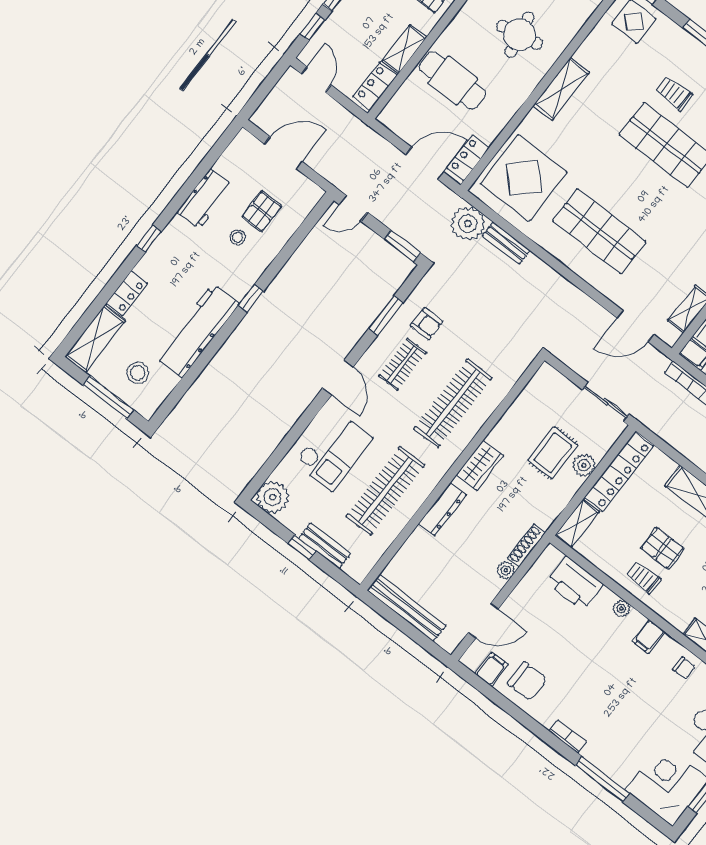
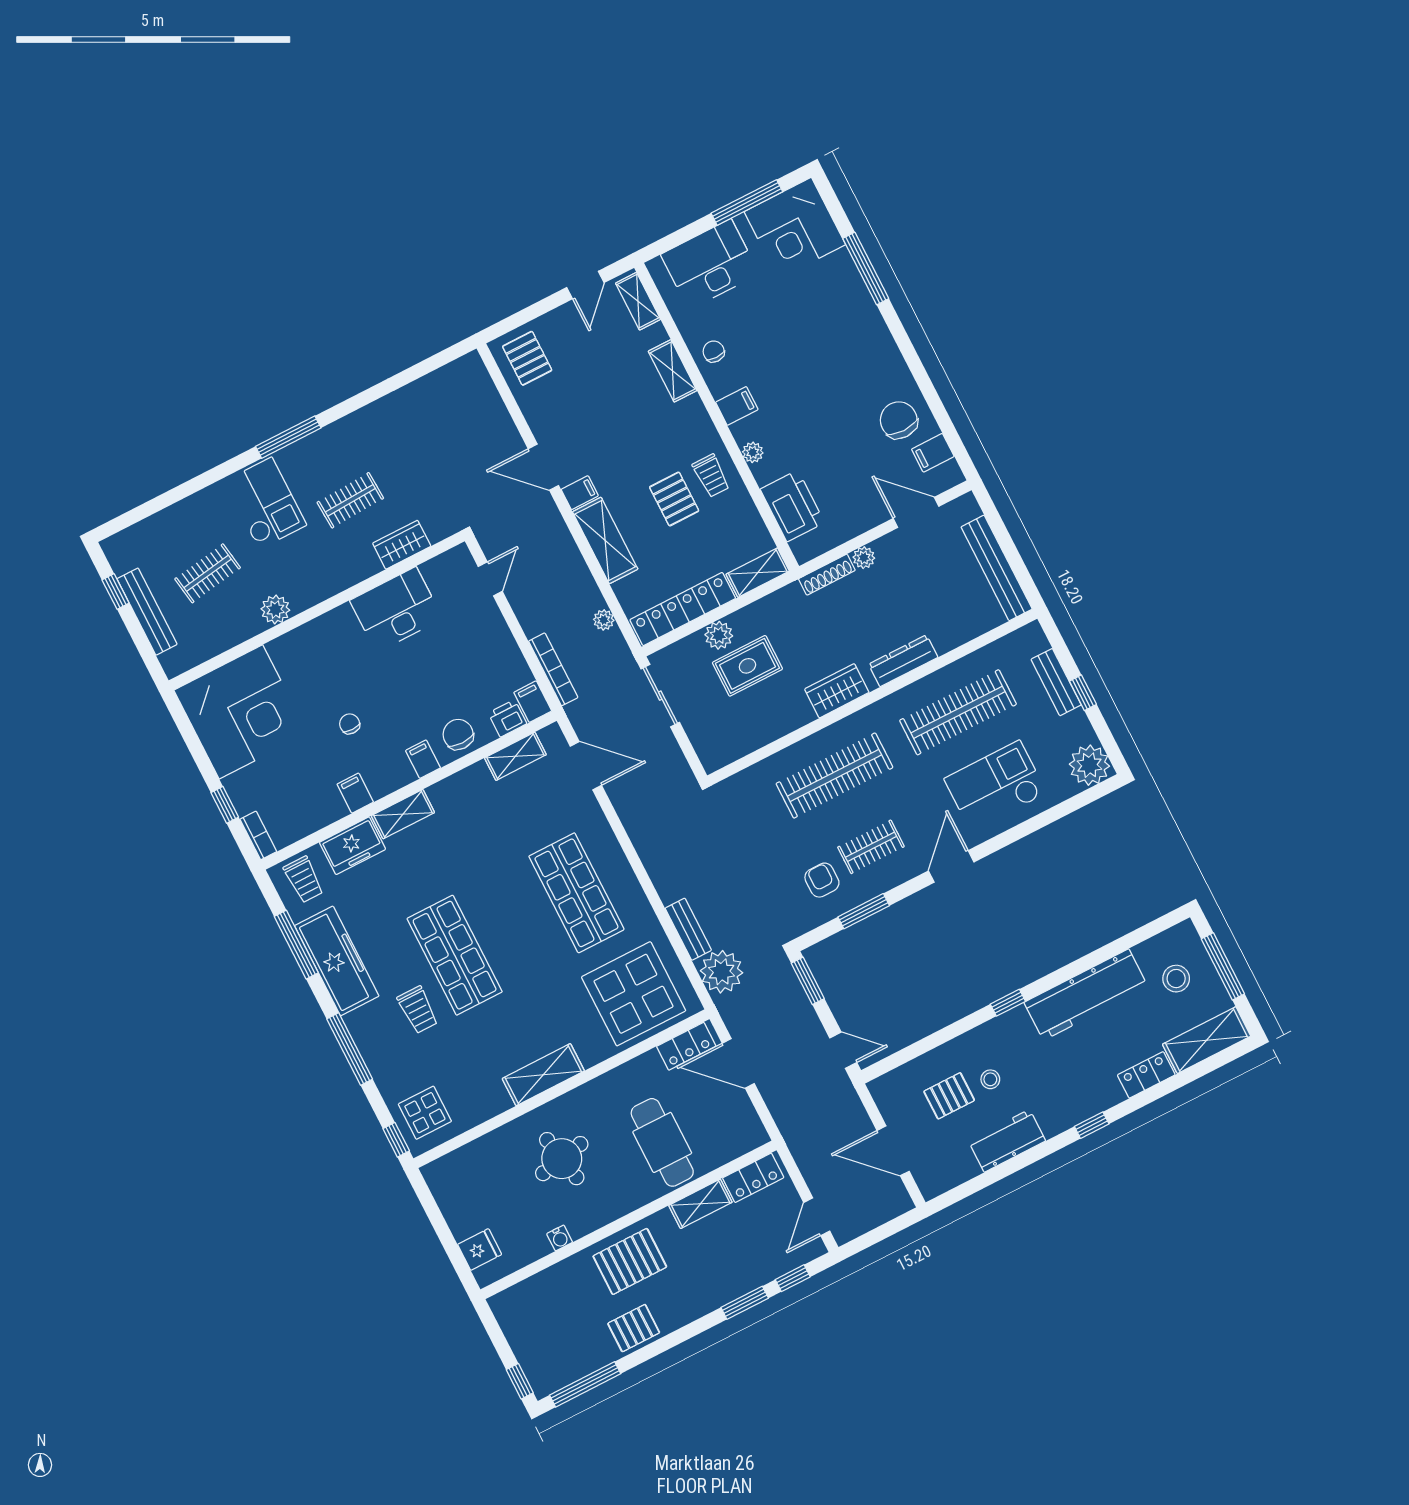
plant: (672, 437) -> (604, 620), added
bookcase: (568, 737) -> (882, 336), removed

